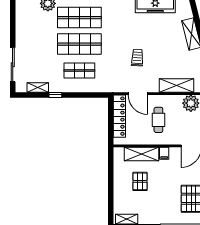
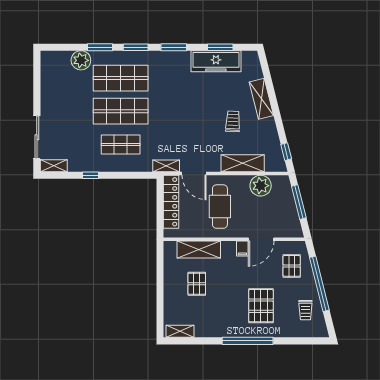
trolley: (137, 58) -> (233, 121), moved
shelving: (38, 87) -> (54, 166), moved
shelving: (116, 88) -> (166, 166), added
cafe table: (158, 120) -> (220, 207), width x1.37, depth x1.35
filing cabinet: (164, 153) -> (242, 248), moved

